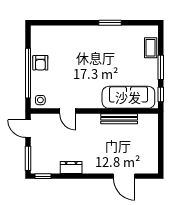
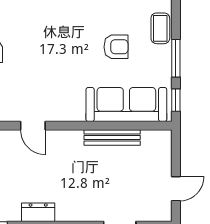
armchair: (122, 60) -> (116, 47), added
door: (161, 152) -> (176, 189), added

